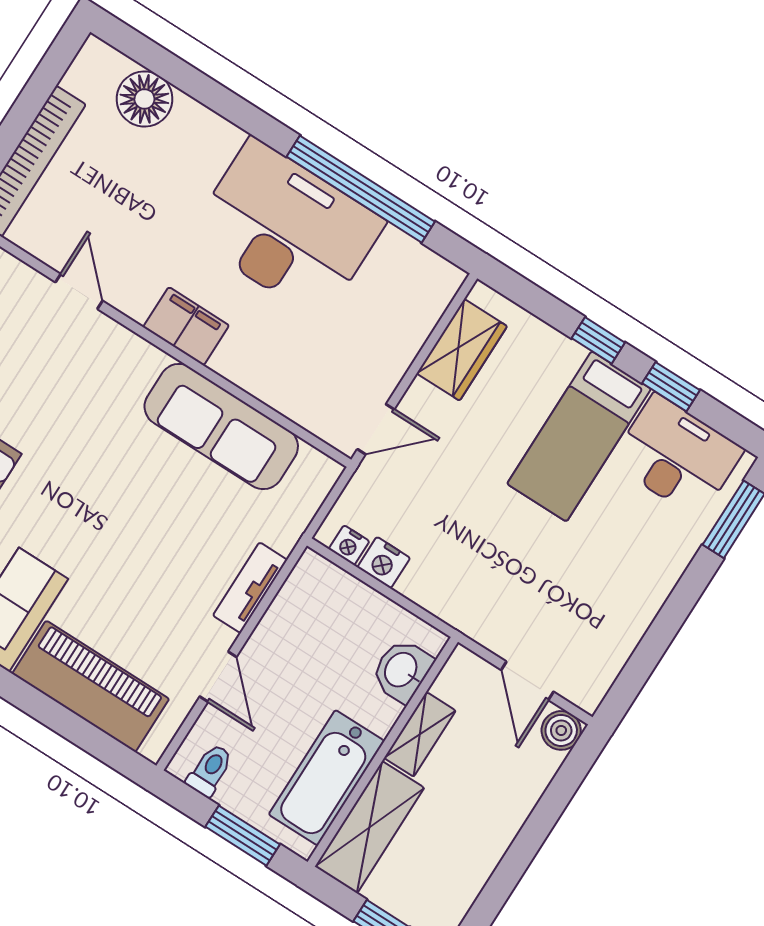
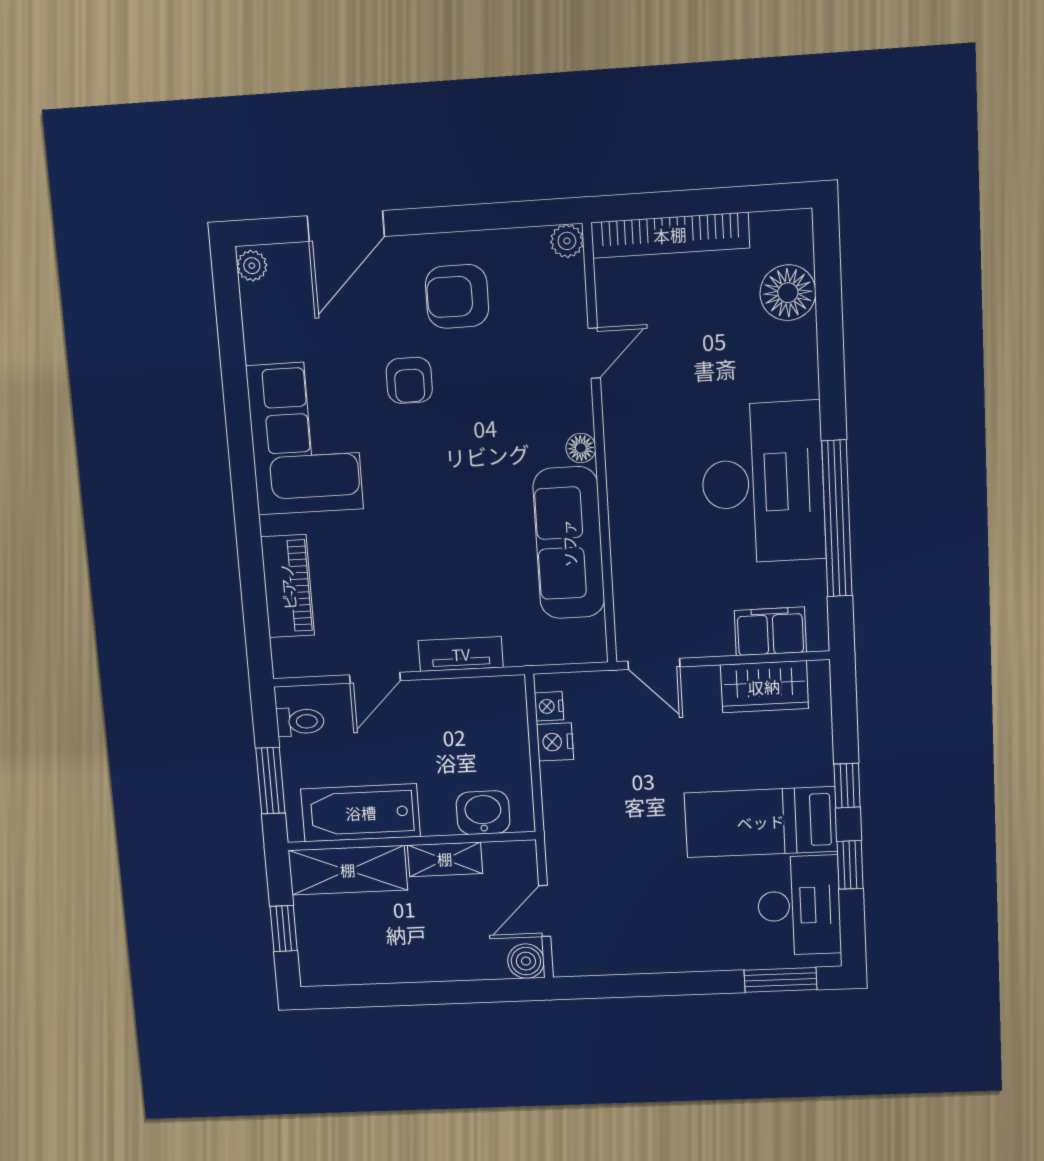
filing cabinet: (186, 326) -> (770, 631), moved, turned -90
floor lamp: (149, 359) -> (581, 448), added
piano: (91, 686) -> (288, 586), width x0.73, depth x0.75

